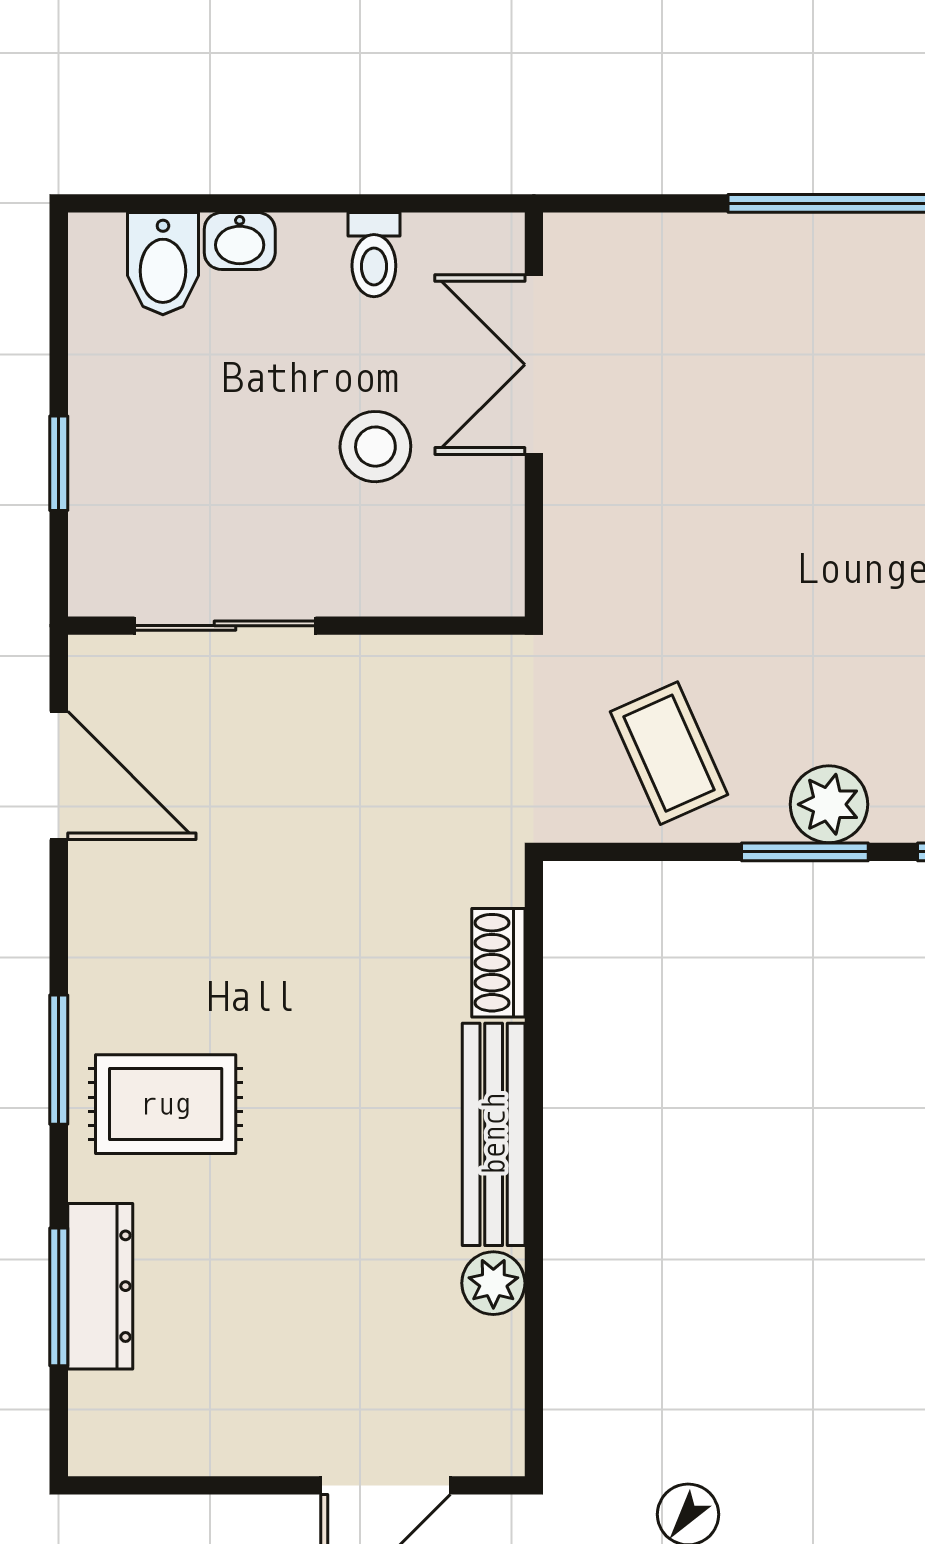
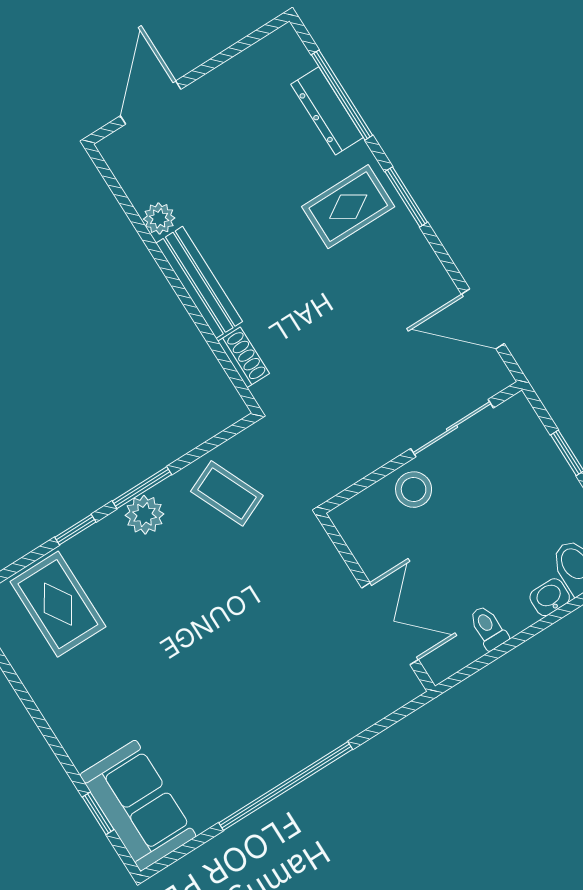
stool: (375, 447) -> (414, 490), moved
window: (59, 1297) -> (342, 95), width x1.44

